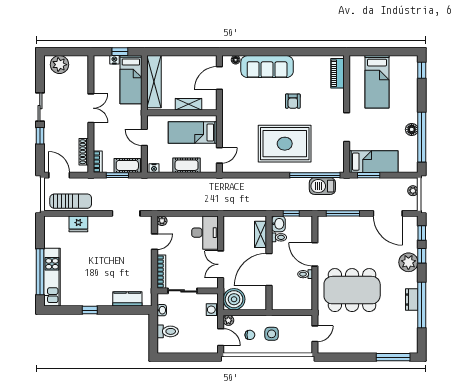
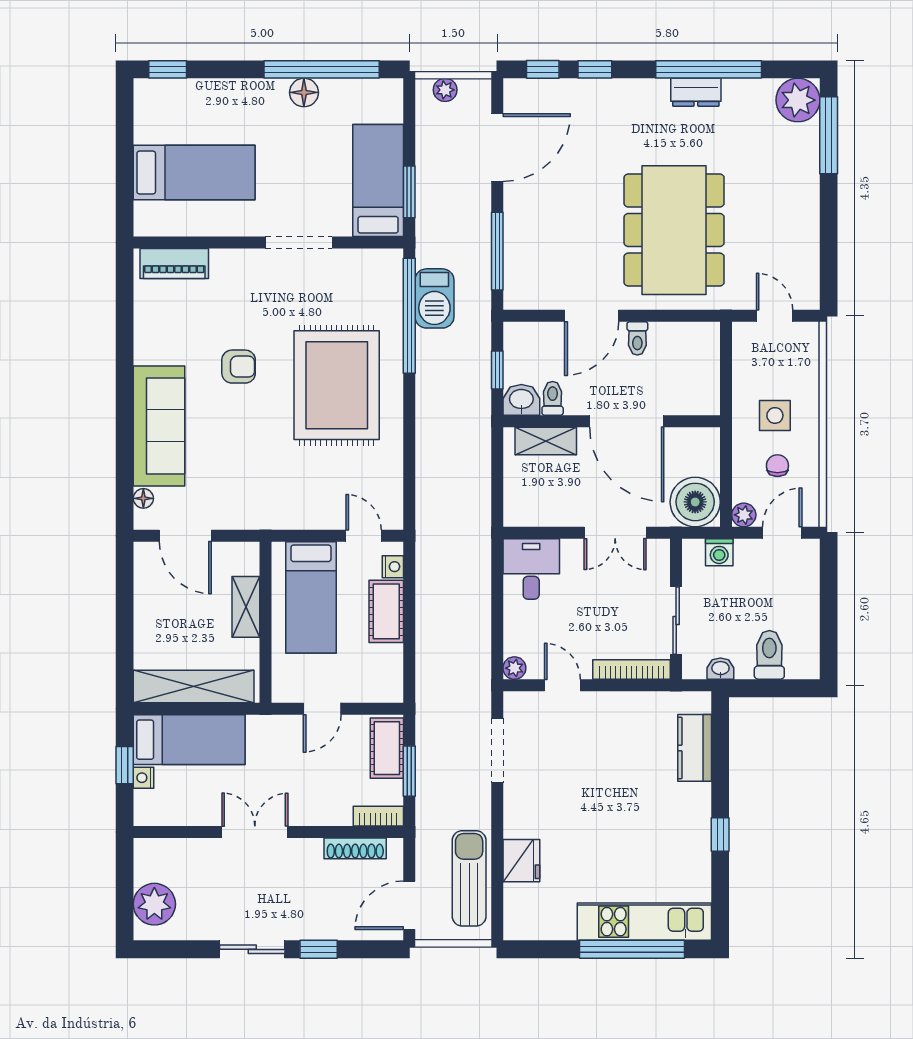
nightstand: (154, 168) -> (393, 567), moved
desk: (205, 233) -> (531, 569), width x0.73
plant: (408, 262) -> (798, 100), moved

